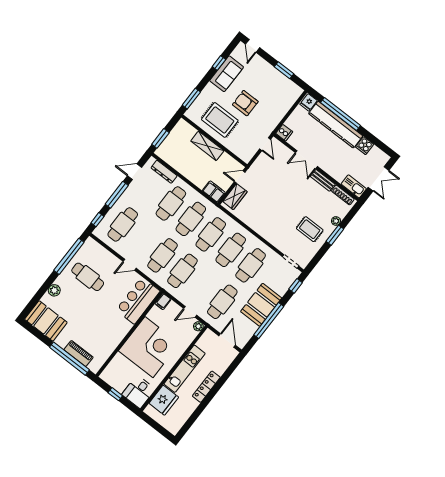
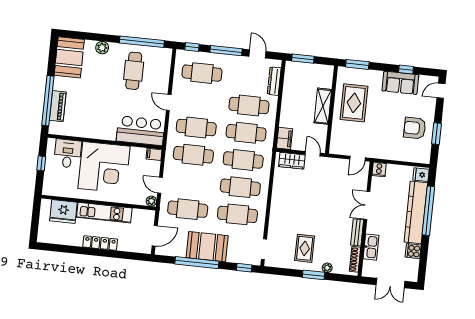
armchair: (245, 103) -> (415, 128), moved, turned -90
kitchen sink: (354, 186) -> (371, 247), moved
desk: (139, 392) -> (68, 154), moved, turned 90

